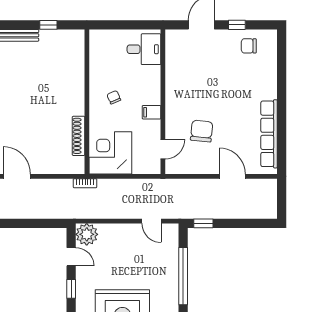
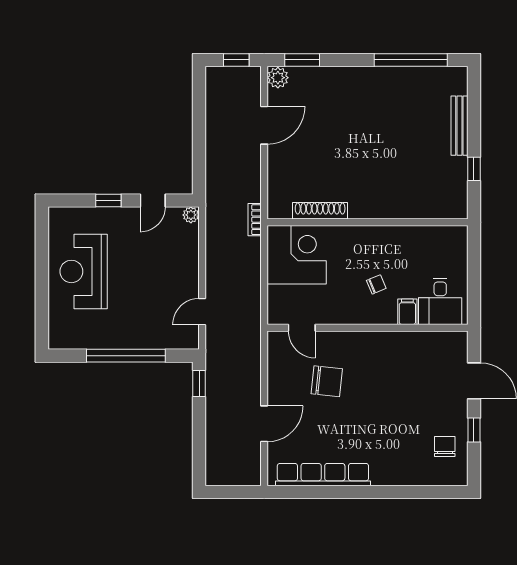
chair: (114, 97) -> (376, 284), moved
filing cabinet: (152, 112) -> (407, 312), moved
plant: (87, 234) -> (191, 215), width x0.53, depth x0.53

